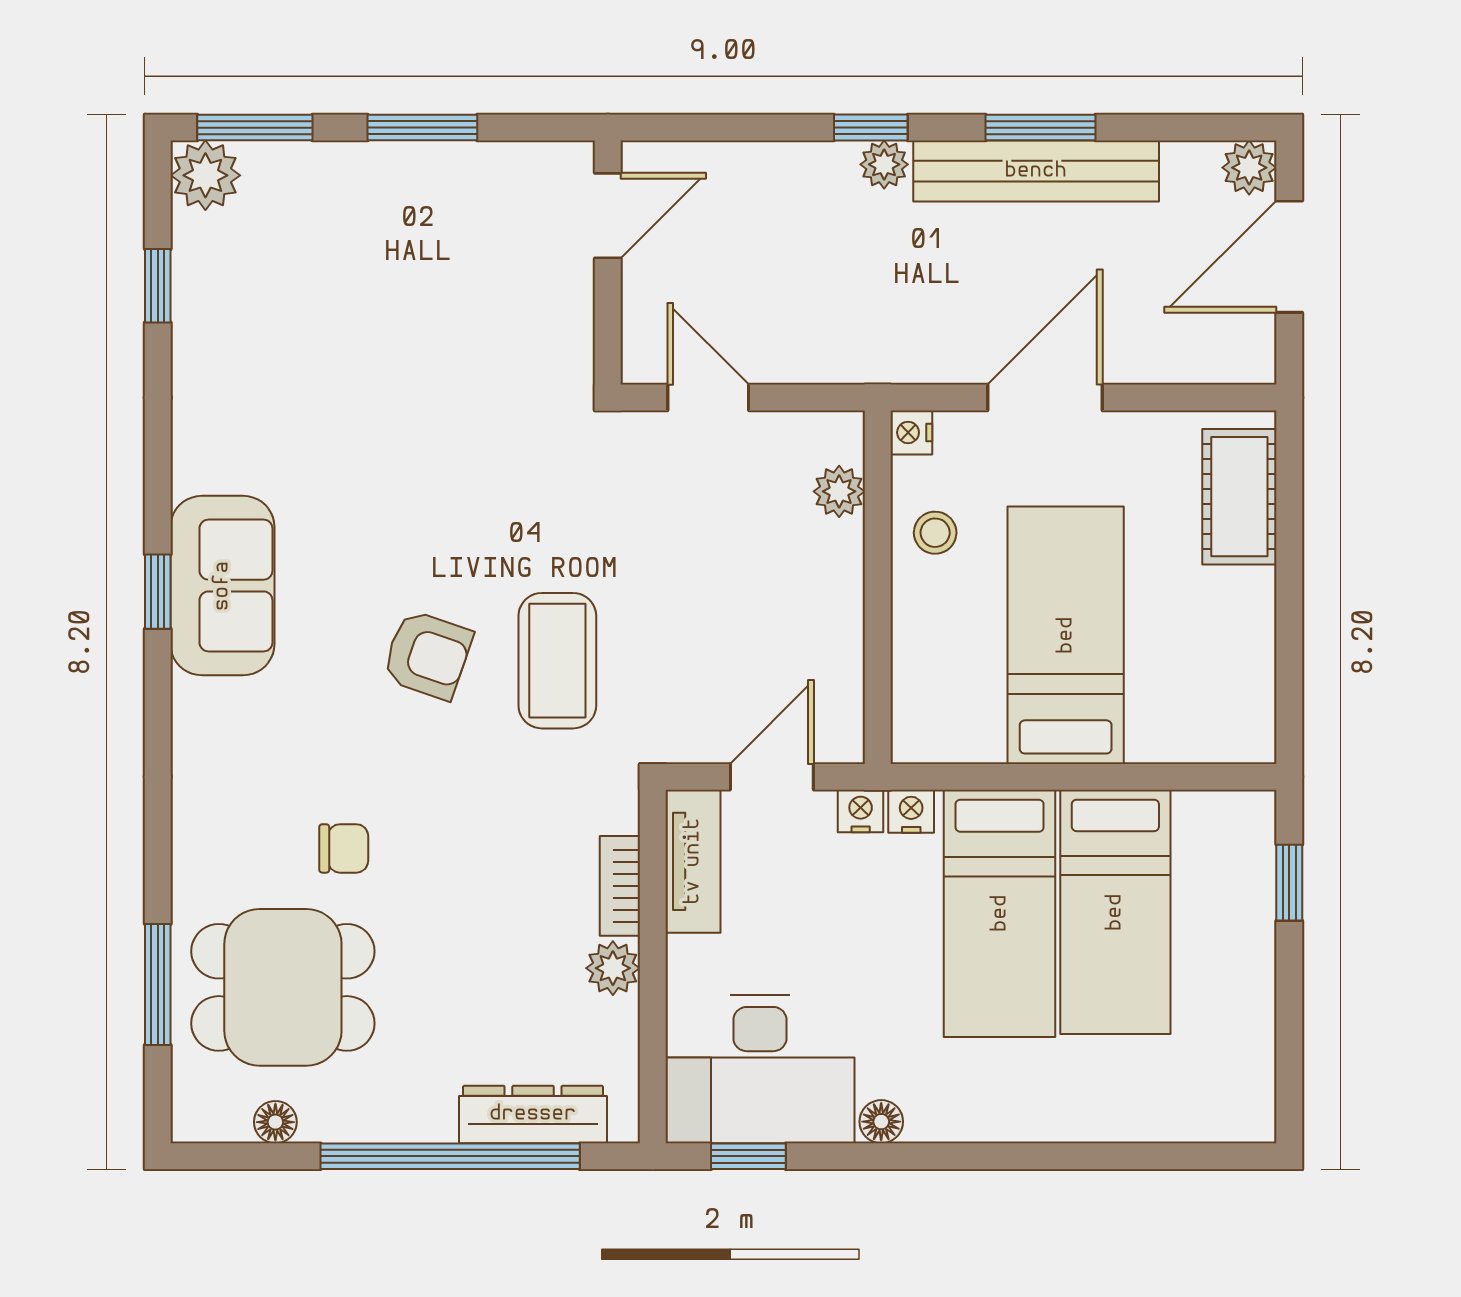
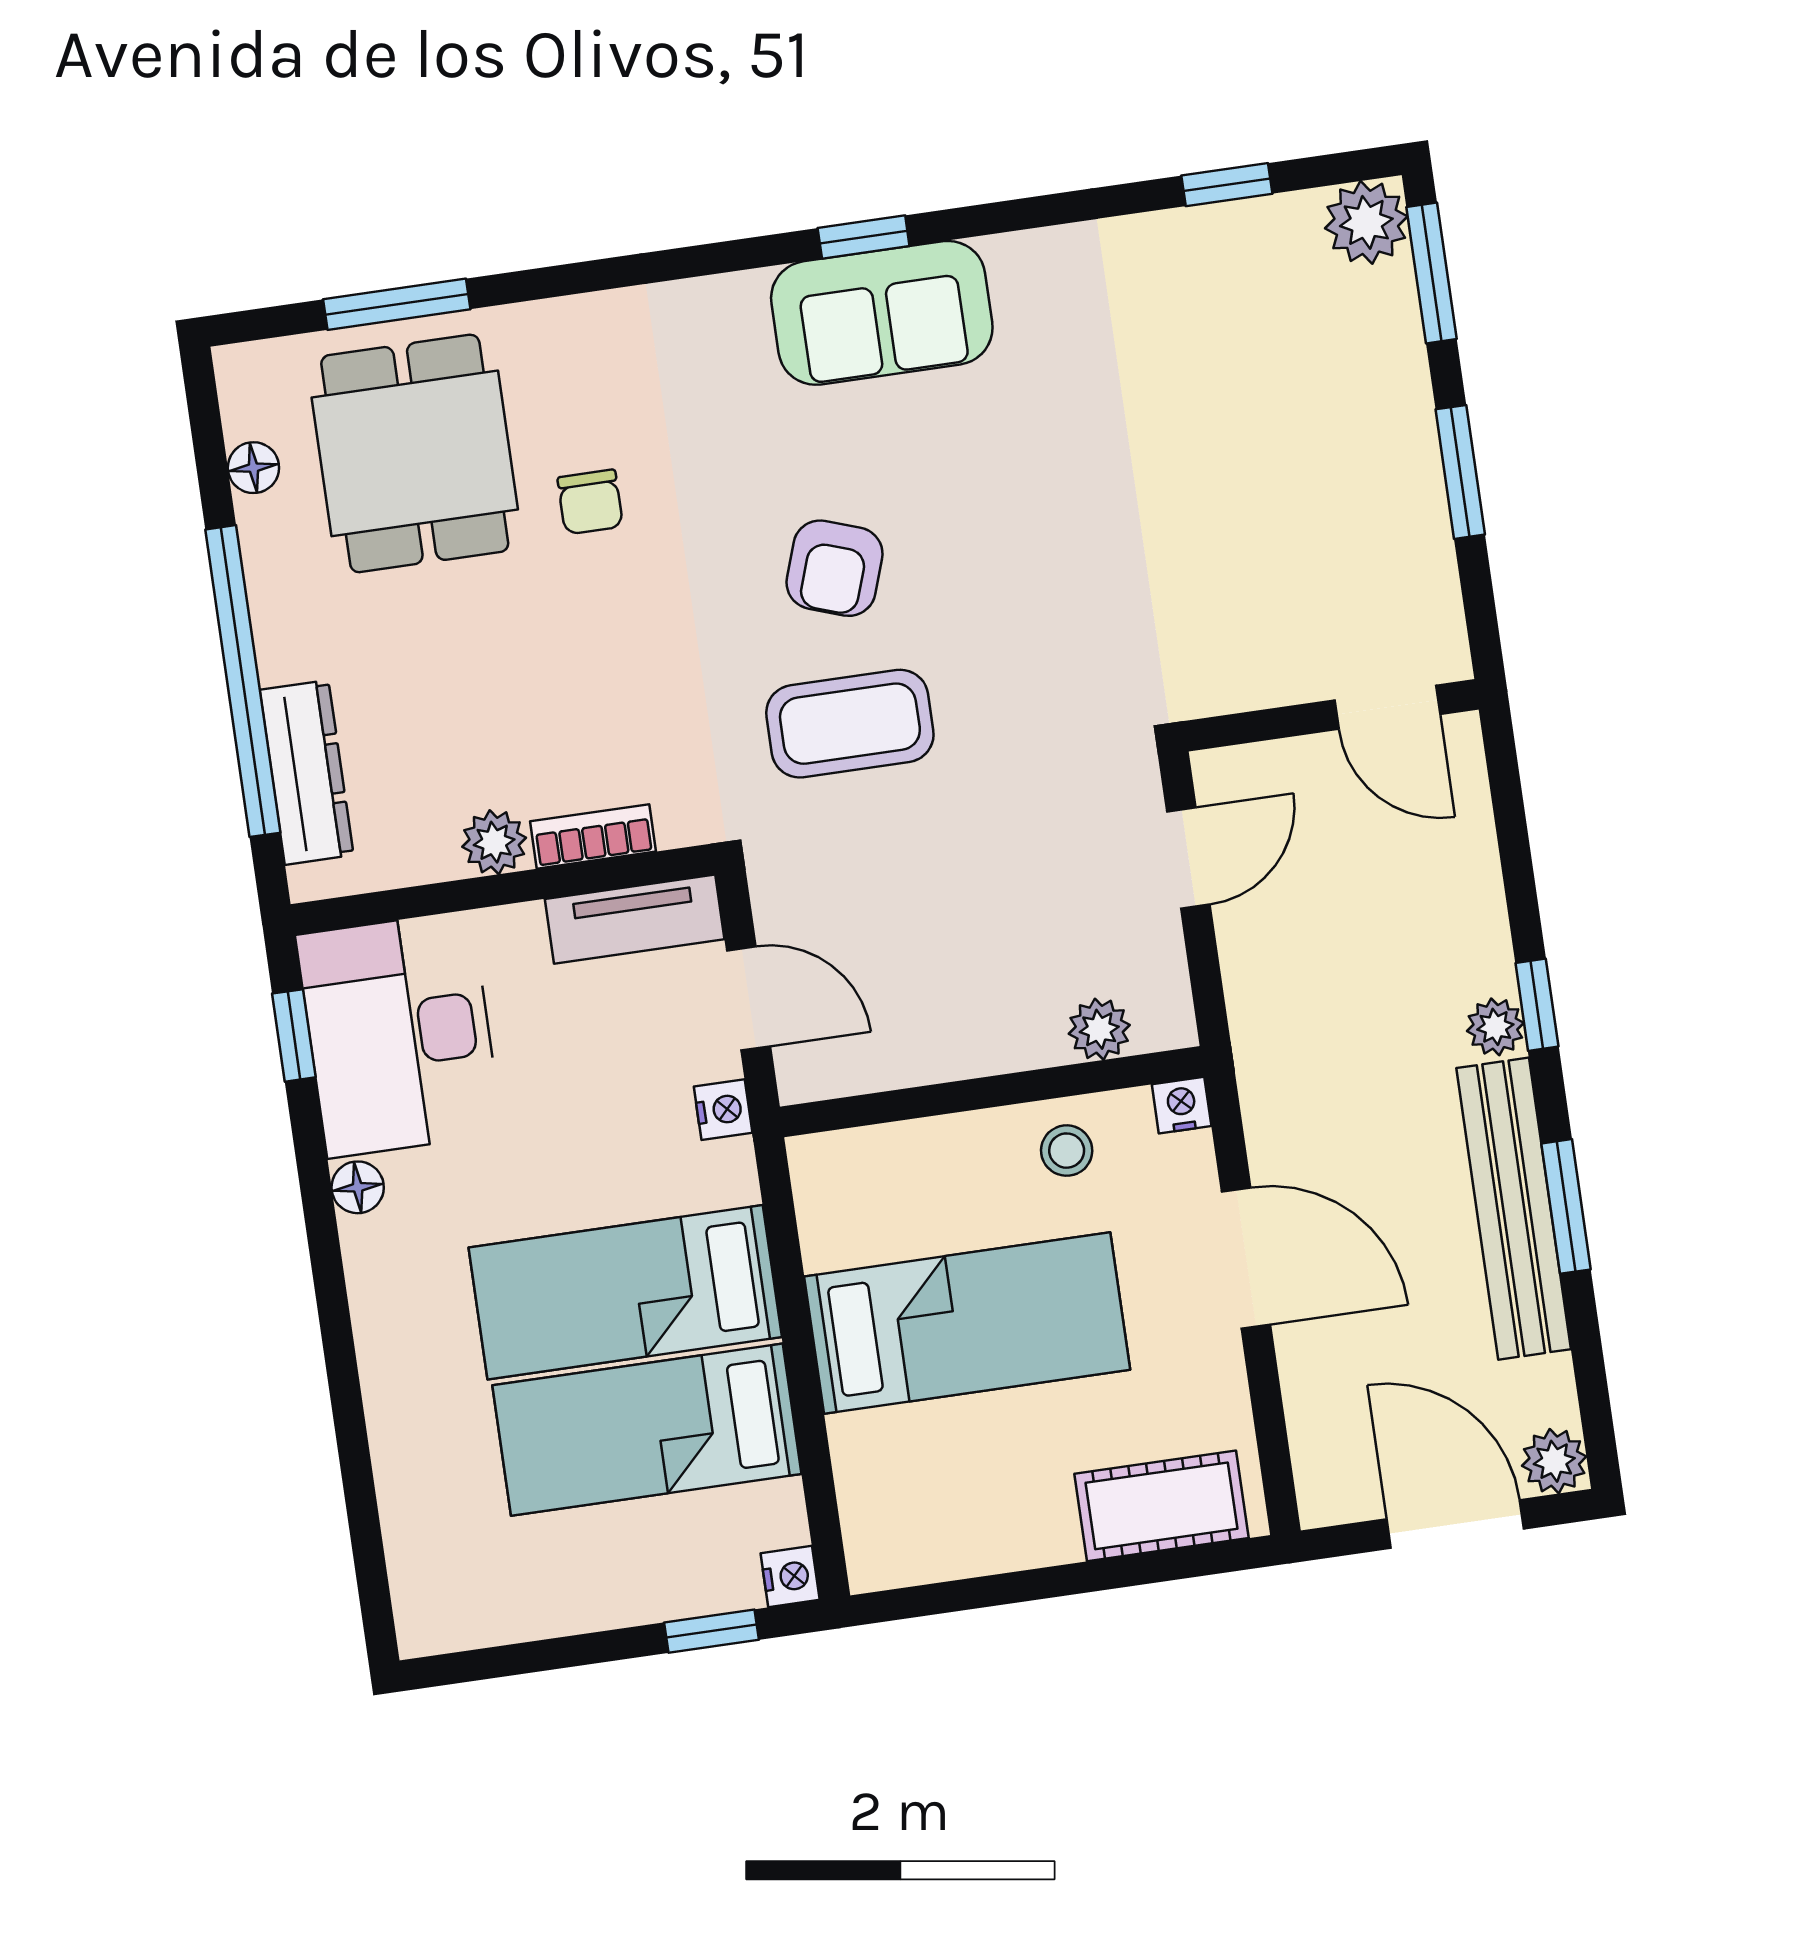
nightstand: (911, 811) -> (790, 1576), moved

